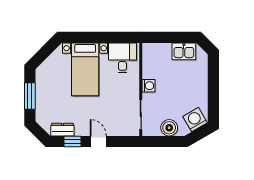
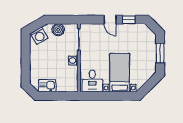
dresser: (62, 130) -> (136, 28), removed

